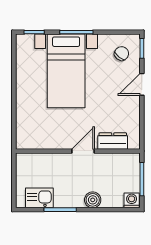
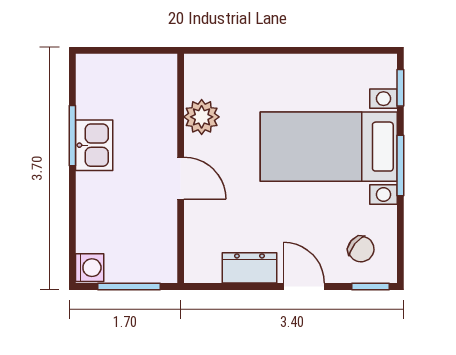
plant: (50, 140) -> (202, 117), added
dresser: (113, 141) -> (249, 268), moved, turned -90
kitchen sink: (39, 198) -> (94, 145), moved
boiler: (93, 200) -> (91, 196), removed

